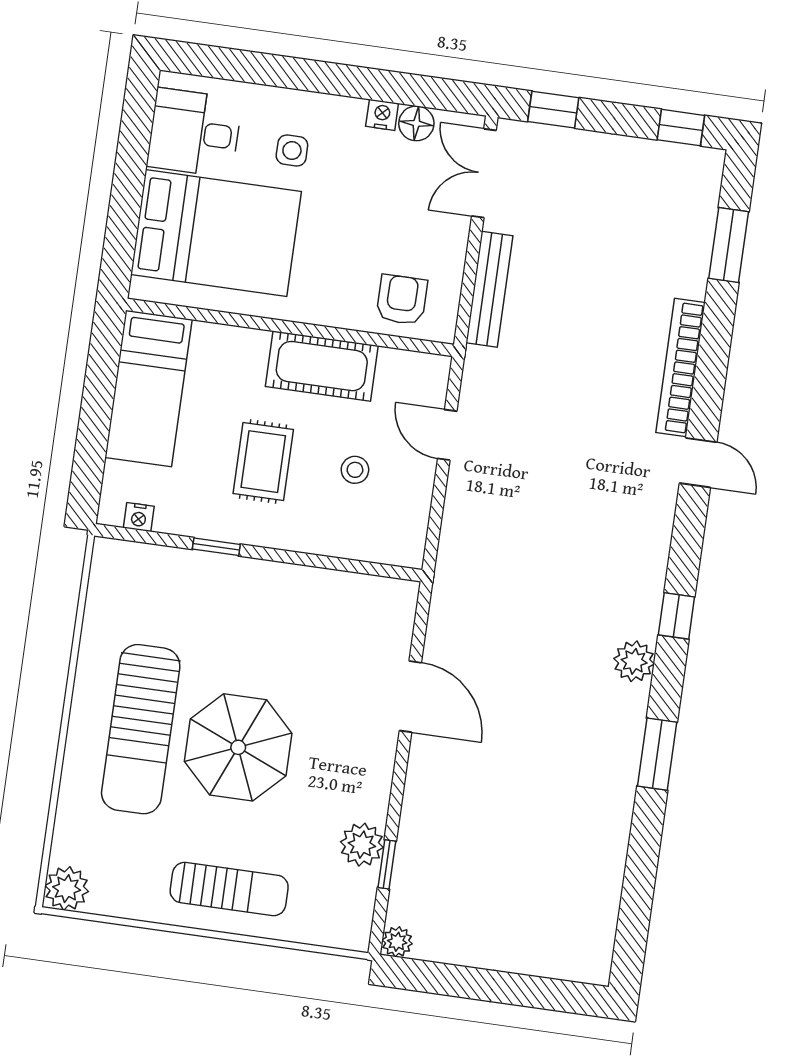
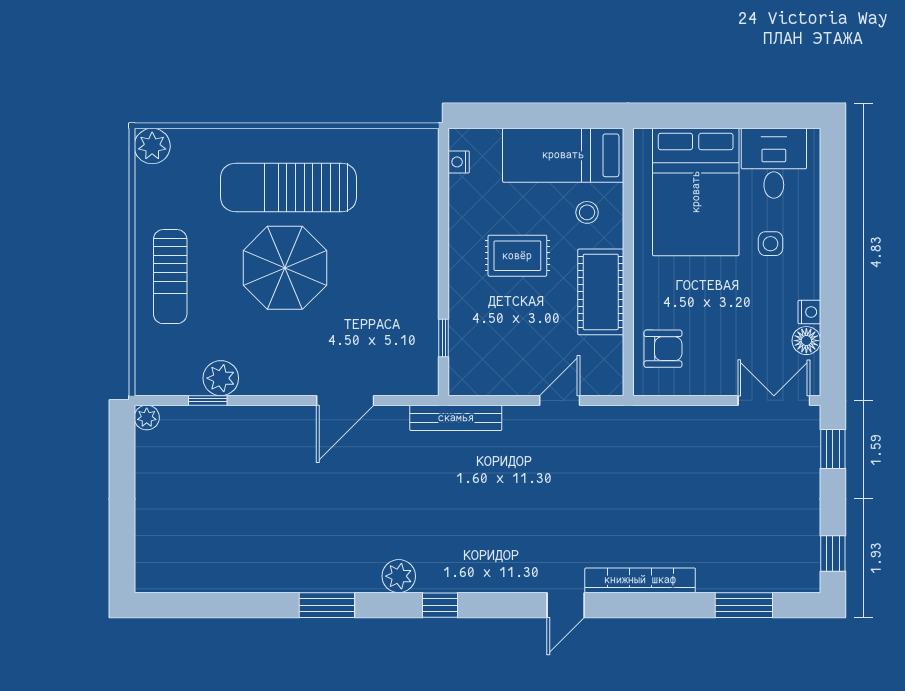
bench: (489, 289) -> (456, 418), moved
stool: (355, 470) -> (587, 212), moved
window: (216, 547) -> (444, 338), moved

